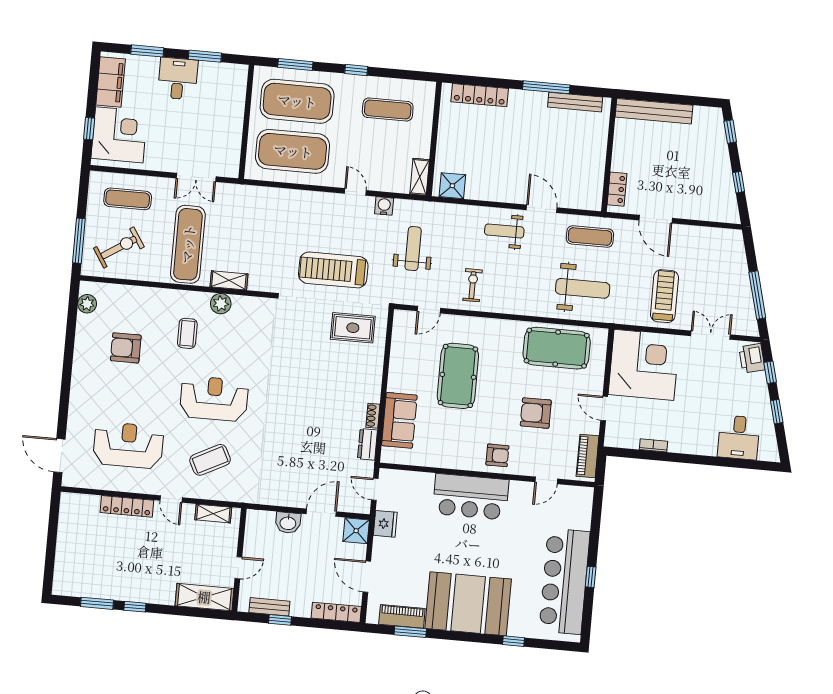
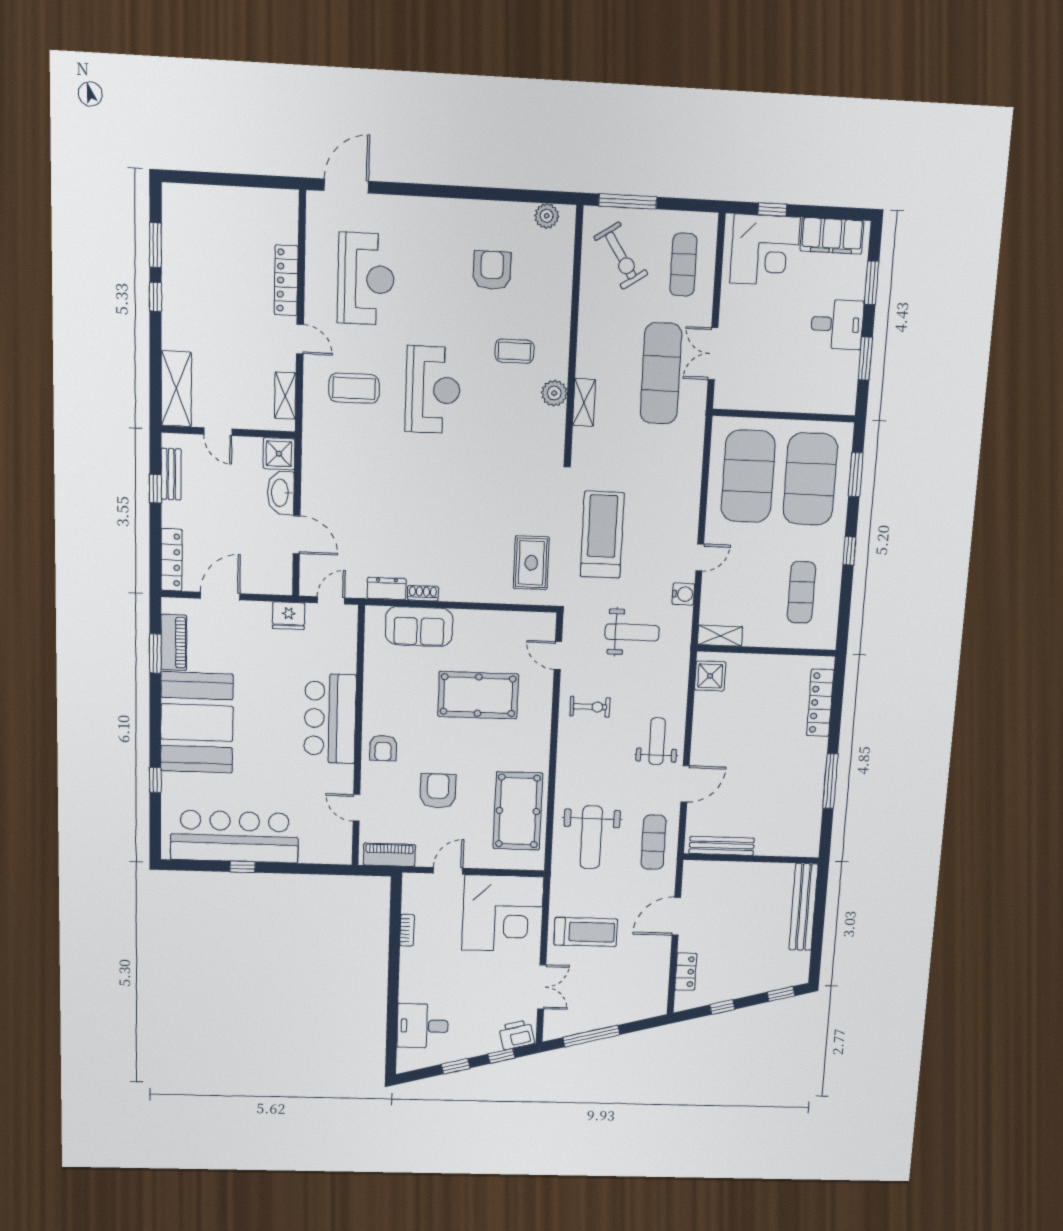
bench: (575, 102) -> (722, 846), moved, turned 90
locker: (617, 189) -> (686, 972), moved, turned -90
exercise mat: (188, 244) -> (661, 373), moved, turned 90
coffee table: (210, 460) -> (354, 388), turned -63
door: (171, 499) -> (300, 339), swing flipped
washbasin: (288, 523) -> (281, 493), width x1.38
shower: (356, 531) -> (279, 454), moved

